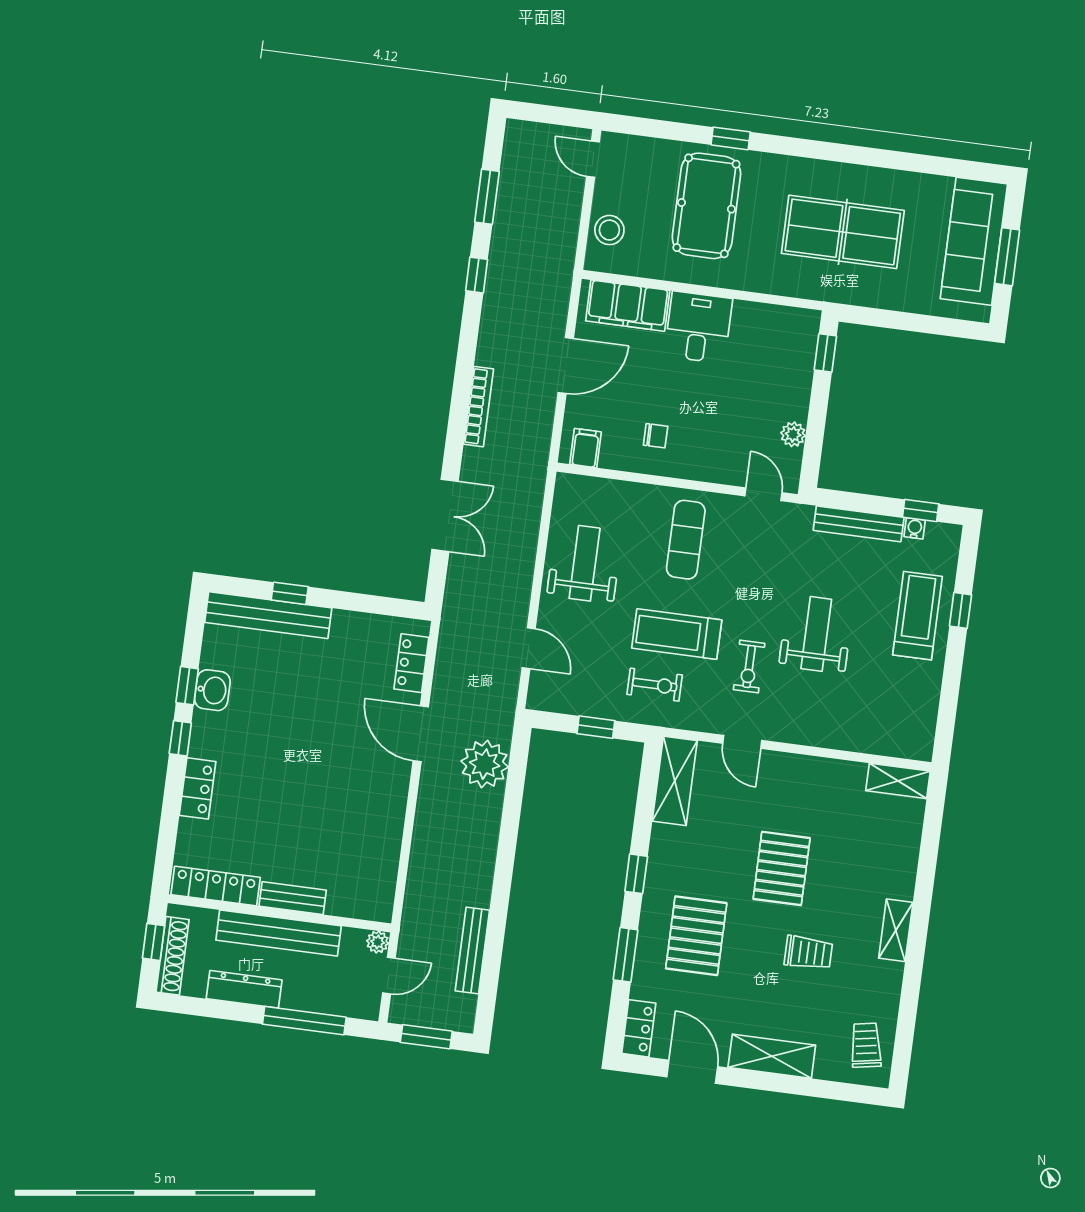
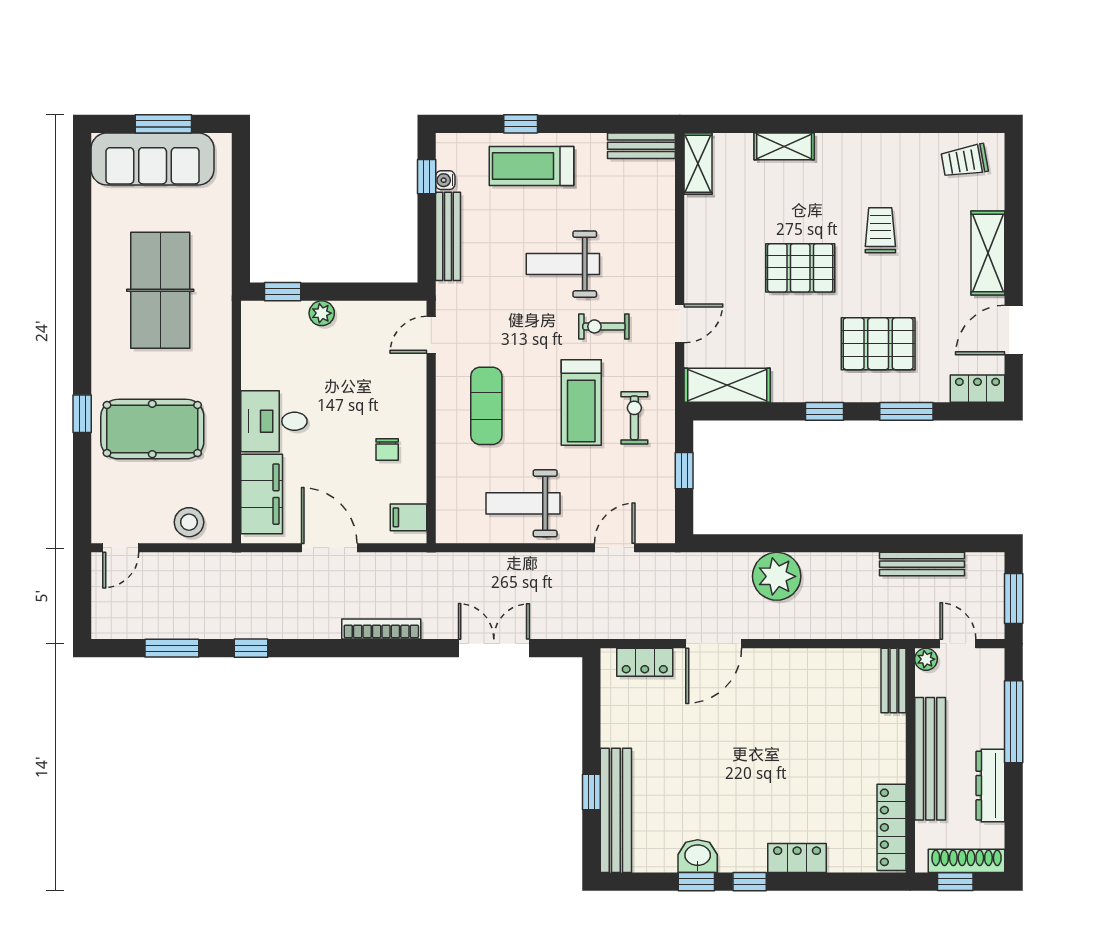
plant: (793, 434) -> (322, 313), moved
chair: (656, 436) -> (387, 449), turned 180
exercise mat: (686, 540) -> (486, 406), turned 90
exercise bike: (749, 667) -> (604, 326), turned 180
bench: (923, 727) -> (641, 146), added
plant: (485, 764) -> (777, 576), moved
bench: (293, 898) -> (893, 681), moved
shelving: (896, 930) -> (784, 146), moved

